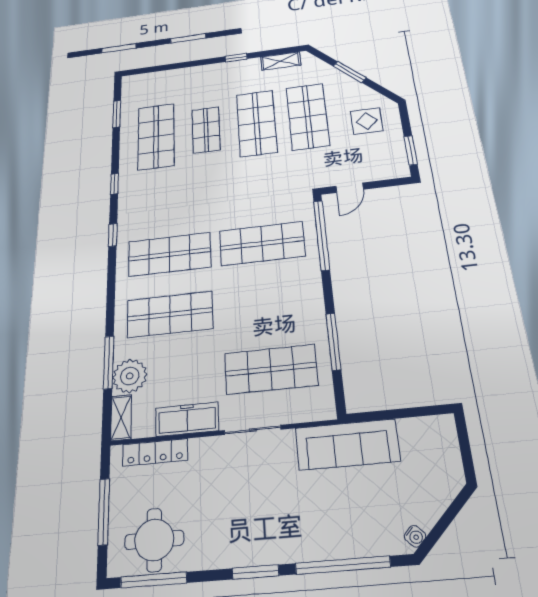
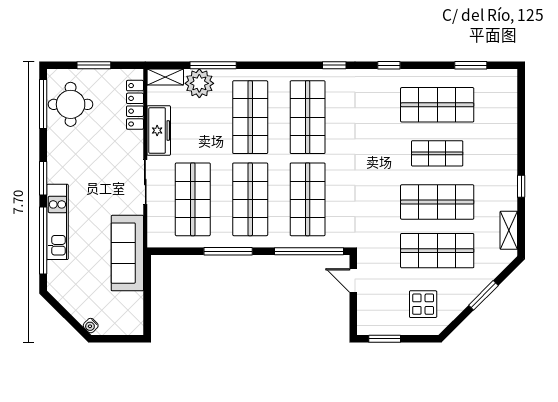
shop shelf: (266, 304) -> (250, 199), added
window: (333, 341) -> (228, 251), moved
window: (104, 512) -> (94, 65), width x0.69
water cooler: (415, 536) -> (91, 326), moved
kitchen unit: (315, 546) -> (57, 222), added

